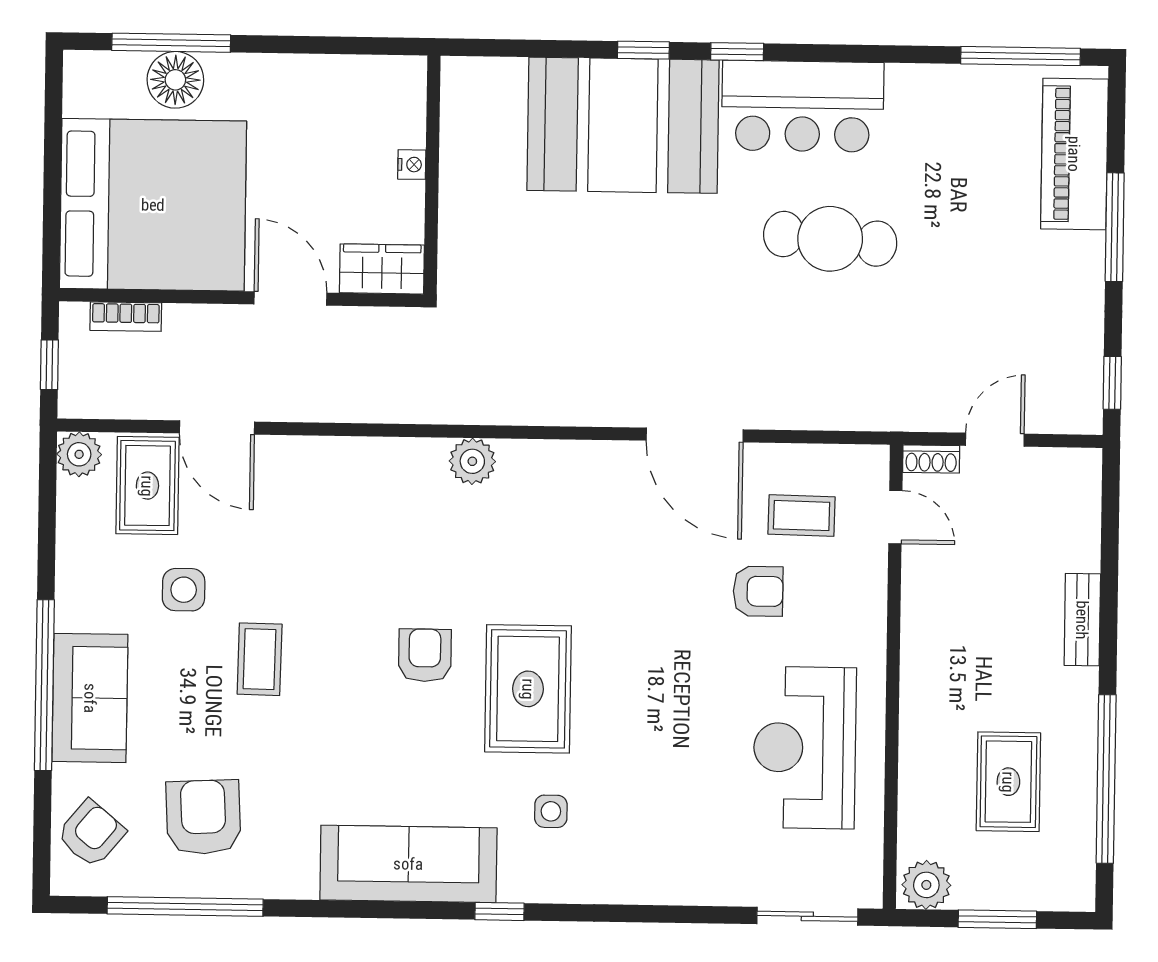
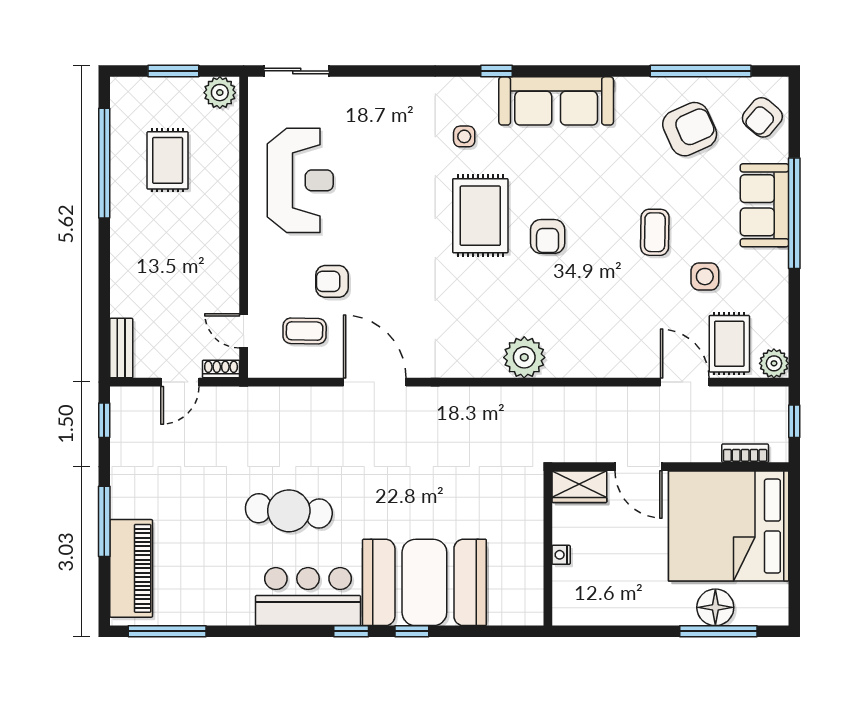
plant: (472, 461) -> (524, 357), width x1.36, depth x1.36
bench: (1082, 620) -> (121, 348), moved
armchair: (203, 817) -> (690, 129), turned -111

